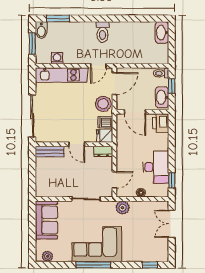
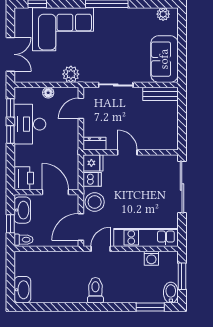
bench: (50, 152) -> (160, 94), moved
window: (172, 159) -> (10, 134), added
corner sofa: (97, 244) -> (63, 29), moved

